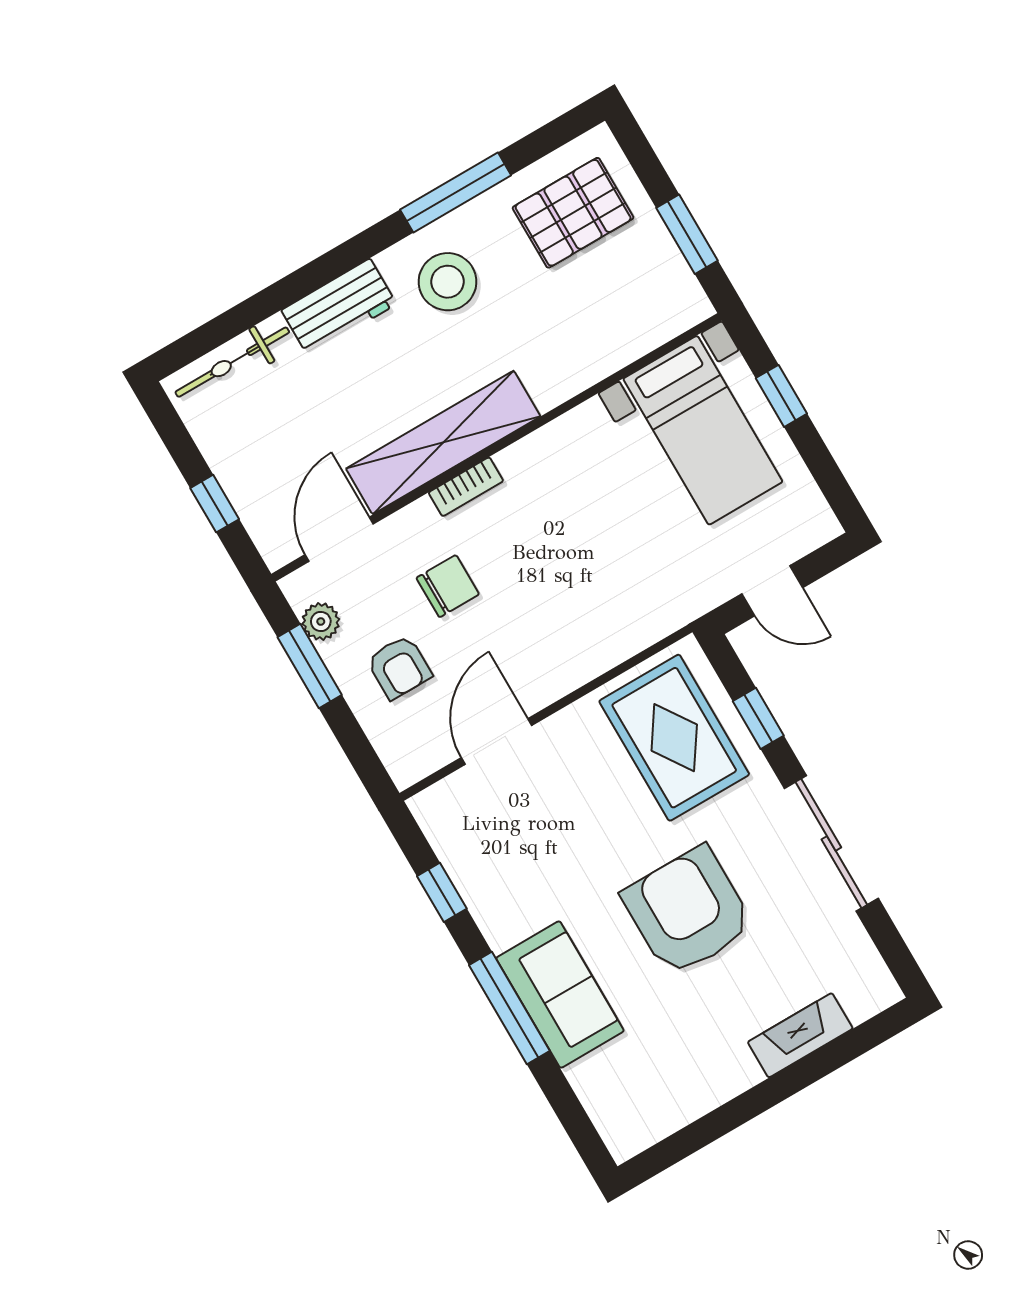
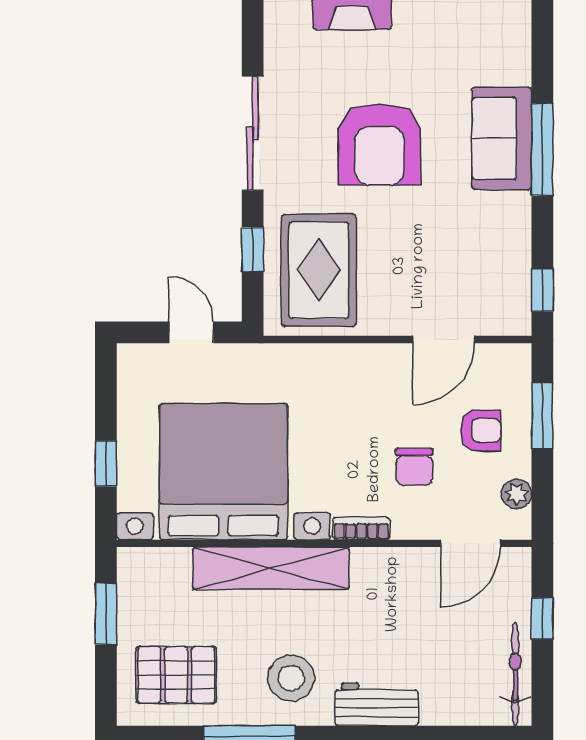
bicycle: (232, 362) -> (515, 674), moved, turned -90
bed with nightstands: (703, 430) -> (223, 472), width x1.85
shelving: (443, 443) -> (271, 568), moved
chair: (448, 586) -> (414, 467), turned -90
window: (310, 666) -> (542, 416), moved
armchair: (399, 667) -> (481, 430), turned 90
window: (442, 892) -> (542, 290), moved

